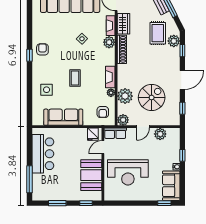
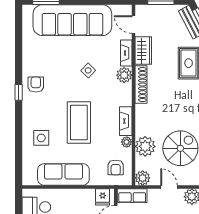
coffee table: (75, 78) -> (79, 122), width x1.86, depth x1.72
door: (143, 127) -> (169, 187), swing flipped

